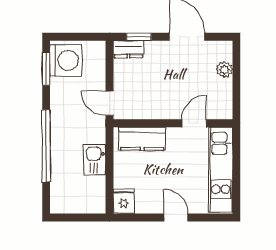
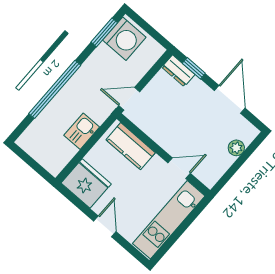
door: (110, 103) -> (129, 99), hinge flipped
fridge: (124, 201) -> (86, 183), width x1.88, depth x1.34

